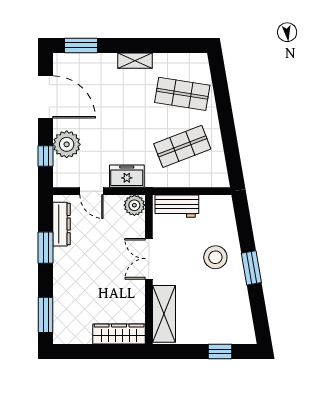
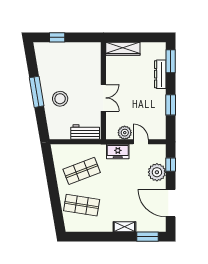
shelving: (135, 61) -> (124, 227), moved
plant: (134, 205) -> (125, 133), moved
dresser: (62, 224) -> (160, 74), moved
window: (251, 268) -> (37, 92), width x1.44
shelving: (164, 314) -> (94, 62), removed

